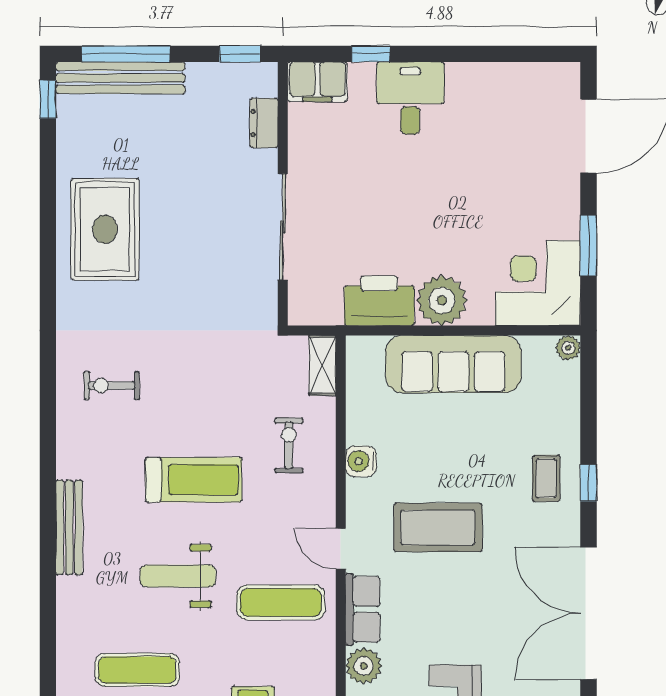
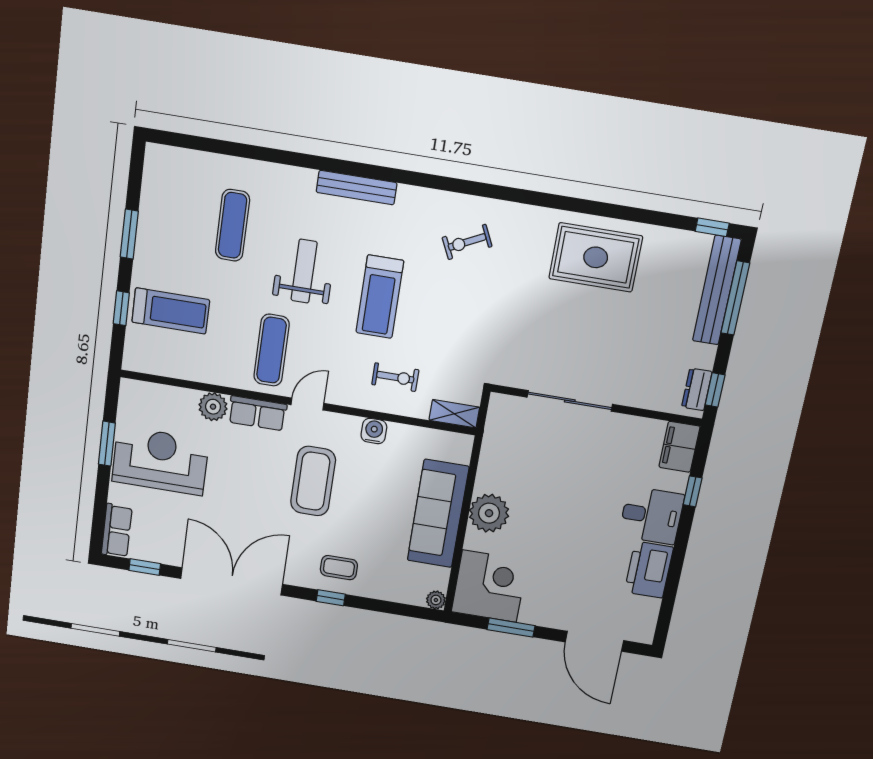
dresser: (264, 123) -> (697, 389), moved, turned -90
printer: (379, 301) -> (649, 570), moved, turned 180
exercise bike: (112, 386) -> (467, 242), turned -116

